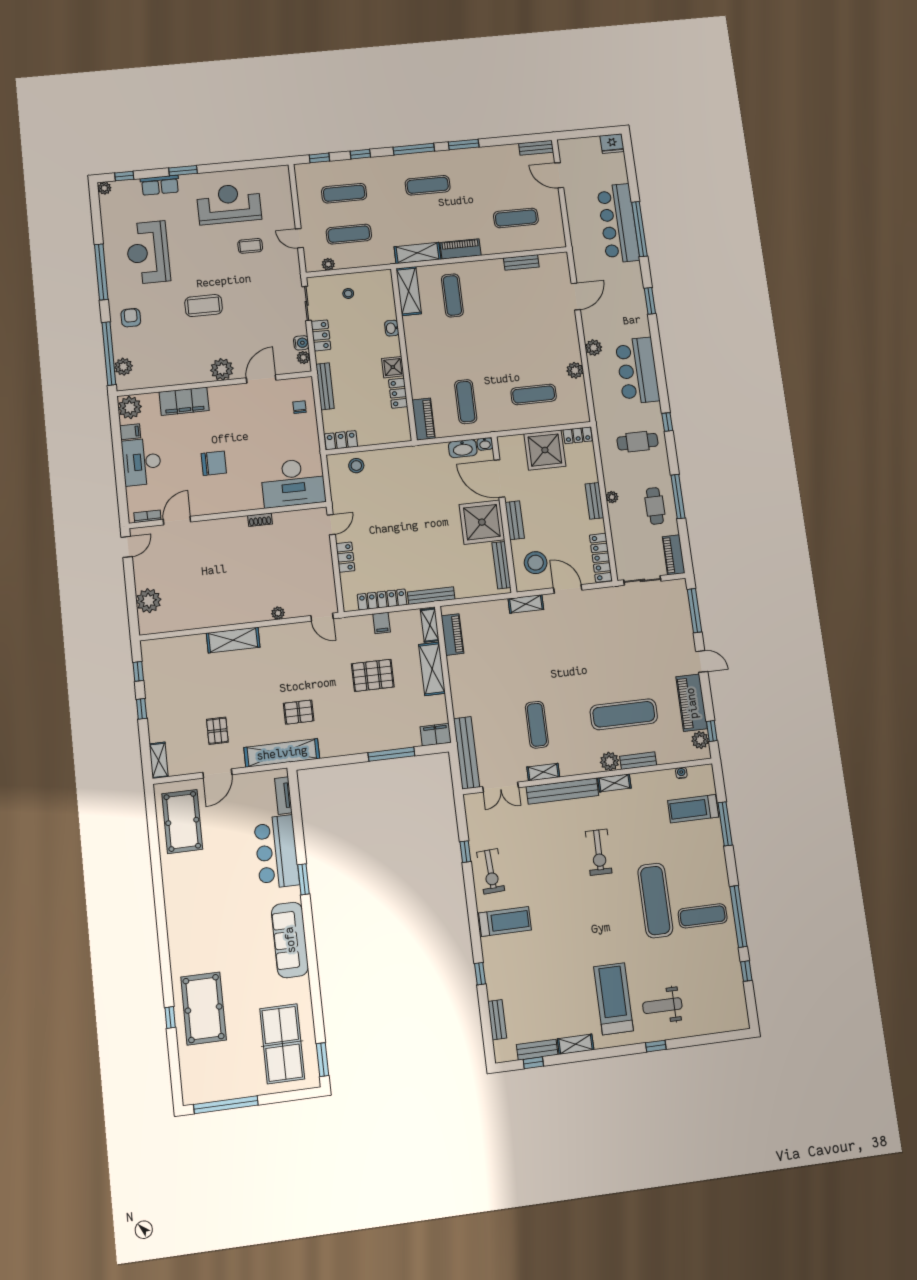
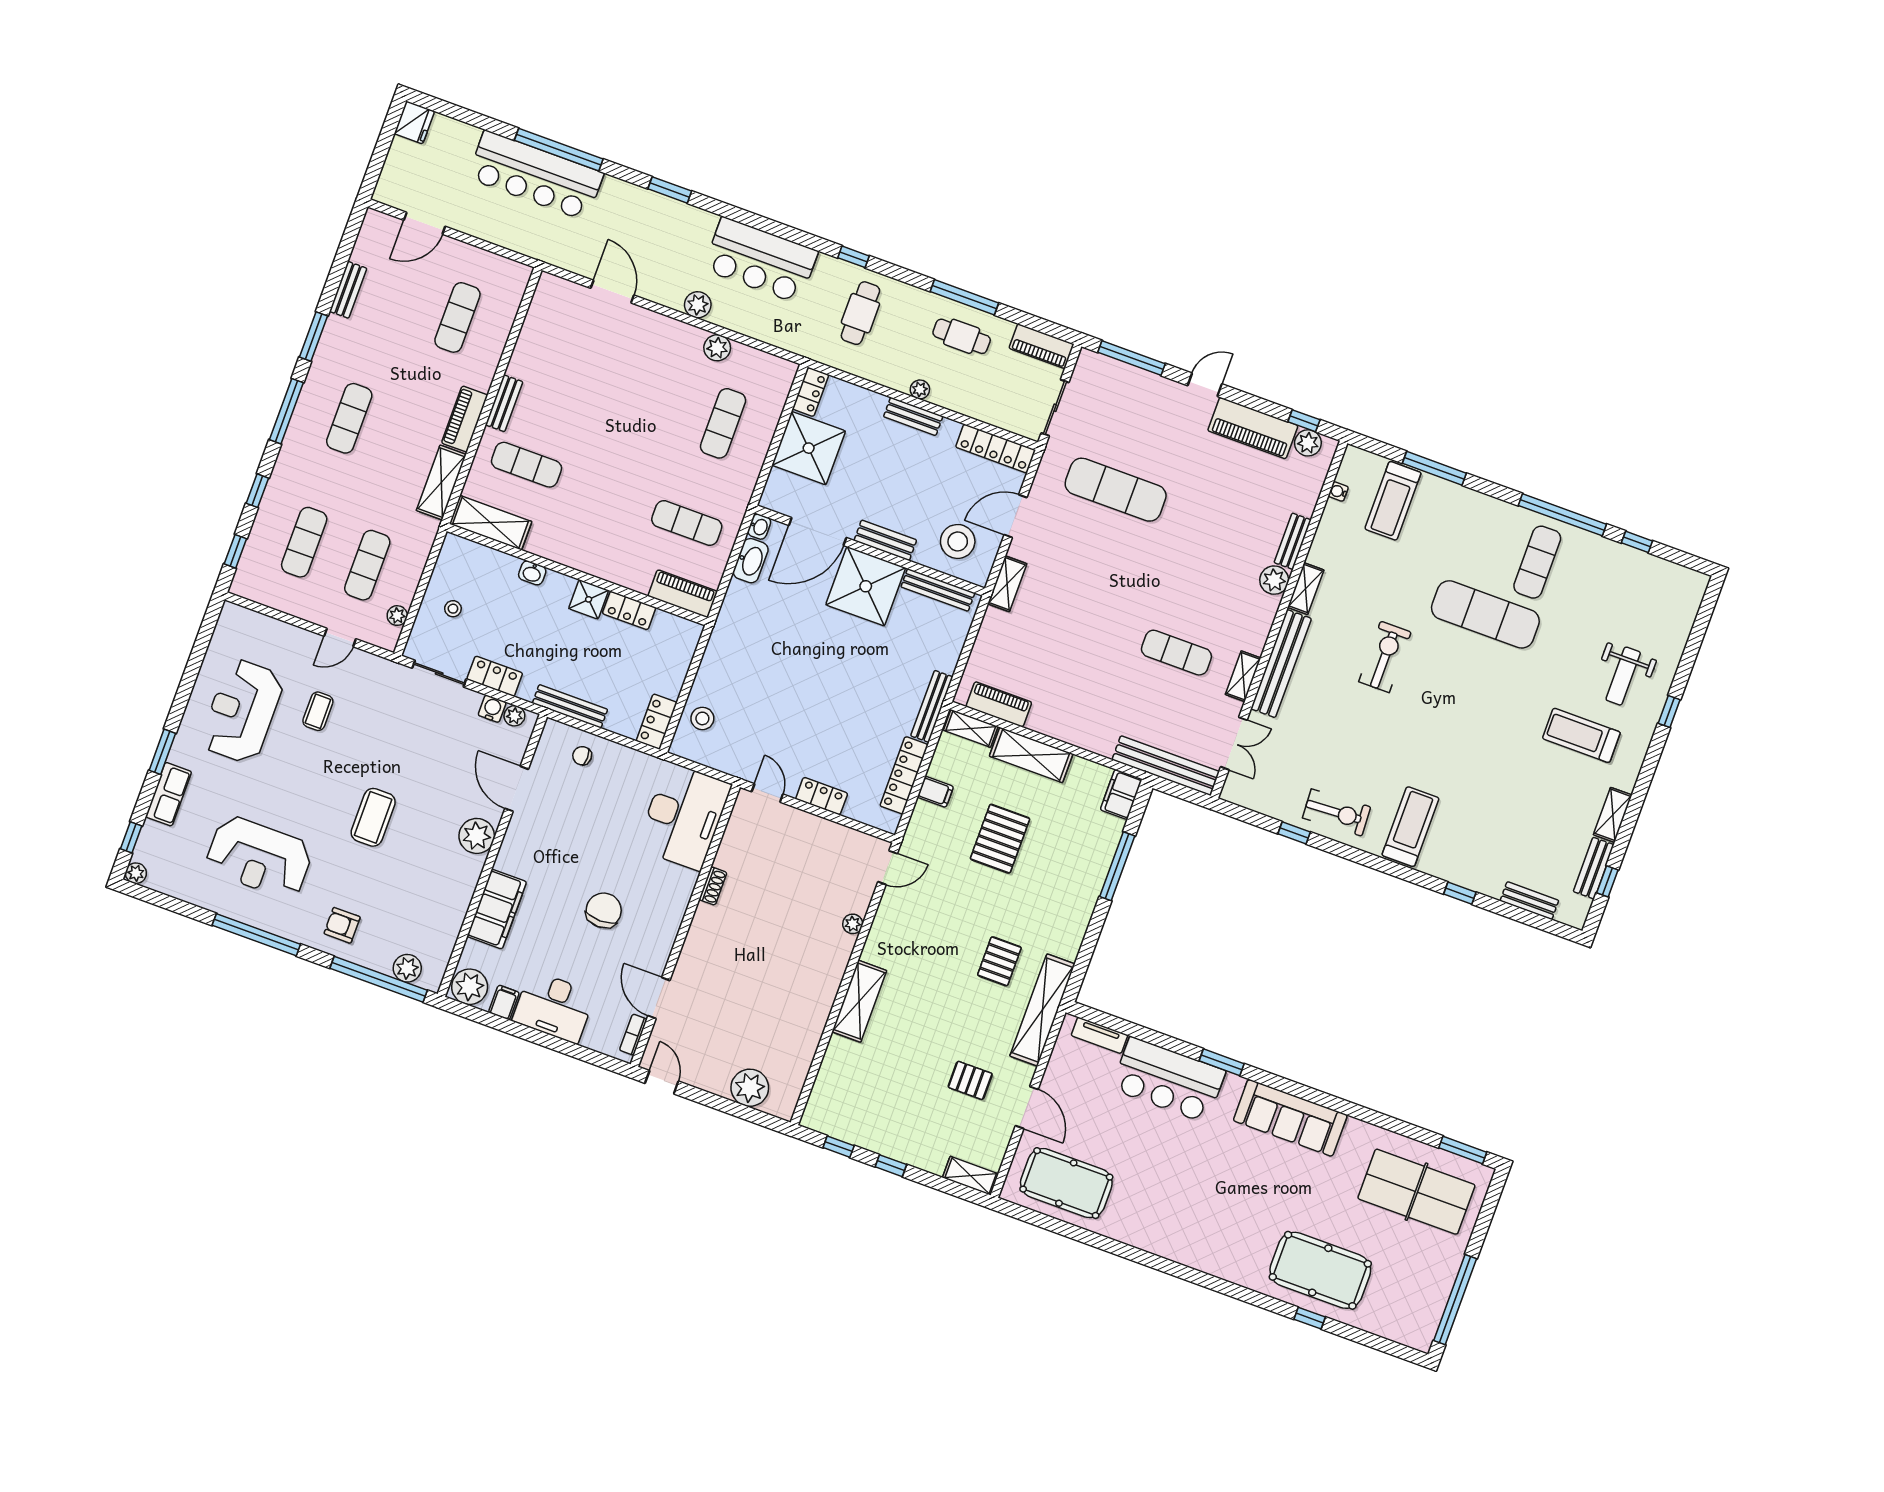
bench: (536, 148) -> (348, 290), moved
bench: (521, 262) -> (504, 403), moved
exercise mat: (624, 714) -> (1116, 490), moved, turned 90
exercise bike: (599, 852) -> (1385, 657), turned -91
treadmill: (614, 999) -> (1581, 735), width x0.73, depth x0.73

